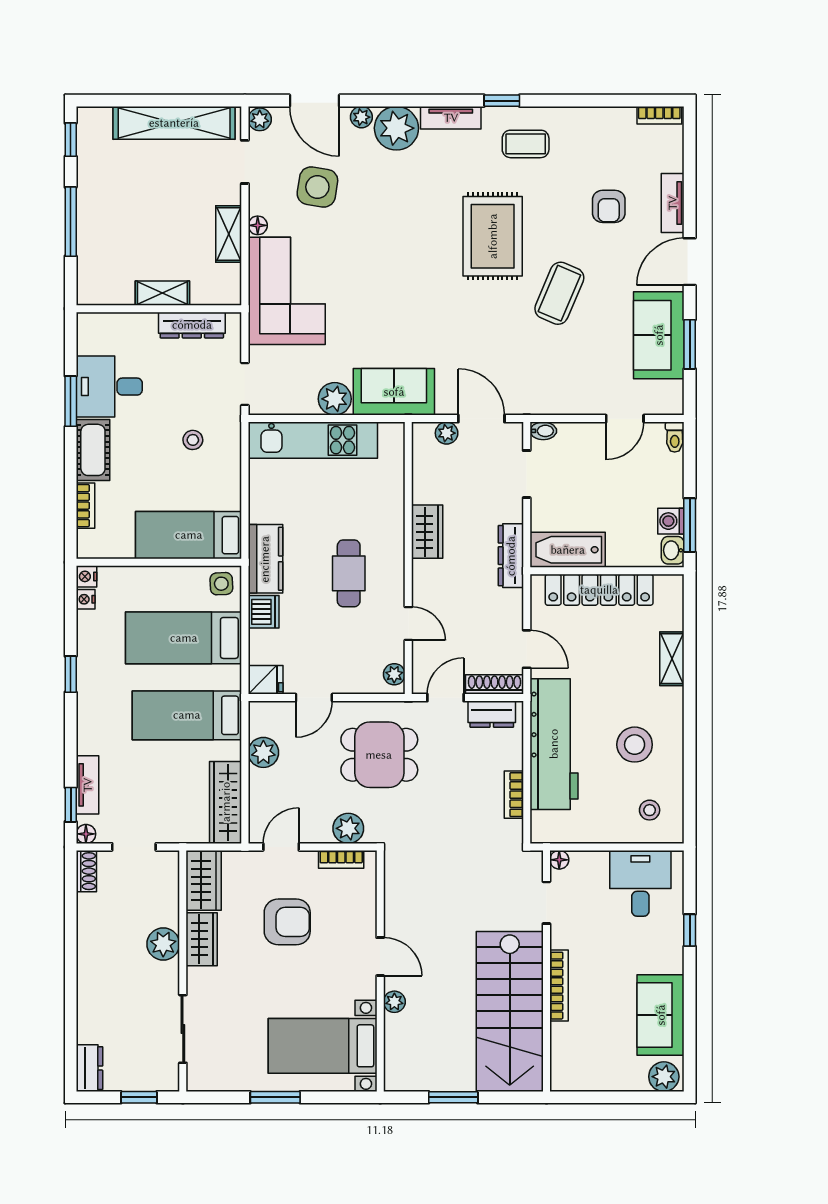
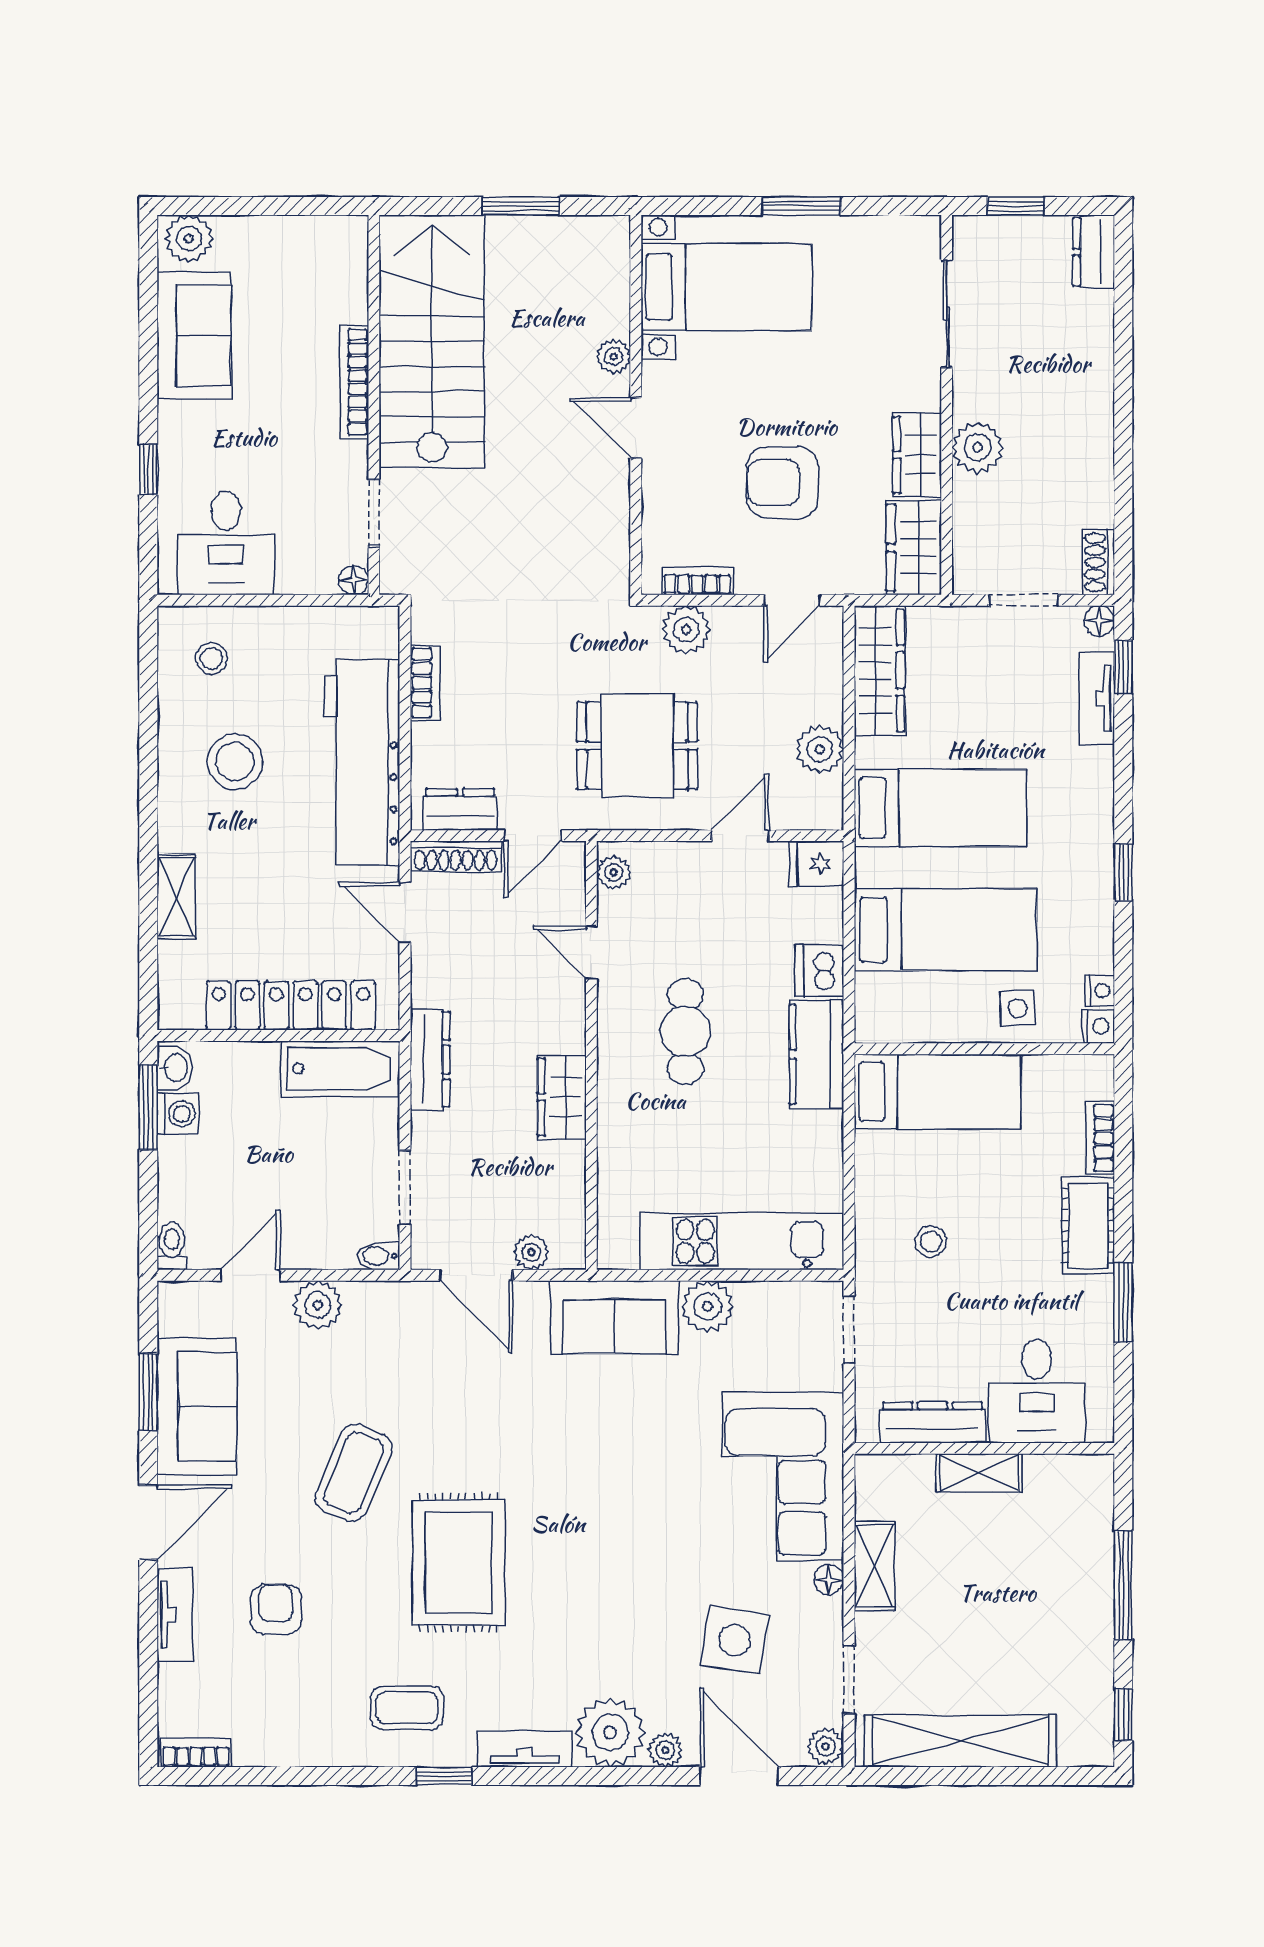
desk: (109, 387) -> (1037, 1391), moved, turned 90
plant: (582, 400) -> (318, 1305), added
side table: (221, 584) -> (1017, 1008), moved

